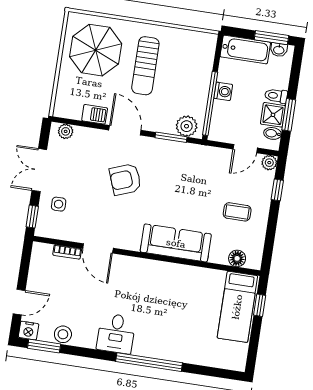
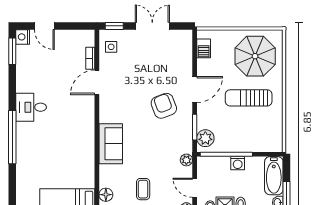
barbecue: (95, 114) -> (204, 48), moved
plant: (66, 131) -> (186, 160), moved
armchair: (125, 179) -> (164, 106), moved
side table: (59, 204) -> (111, 47), moved
sofa: (176, 243) -> (111, 144), width x0.73
stool: (63, 334) -> (24, 65), removed

